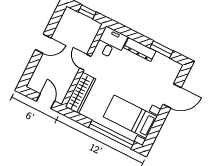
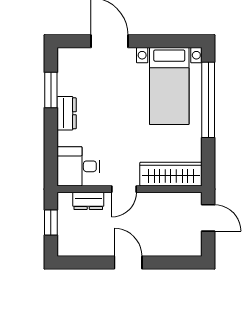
dresser: (89, 39) -> (88, 201), added
dresser: (140, 50) -> (67, 113), width x0.70
door: (45, 101) -> (208, 218), swing flipped

